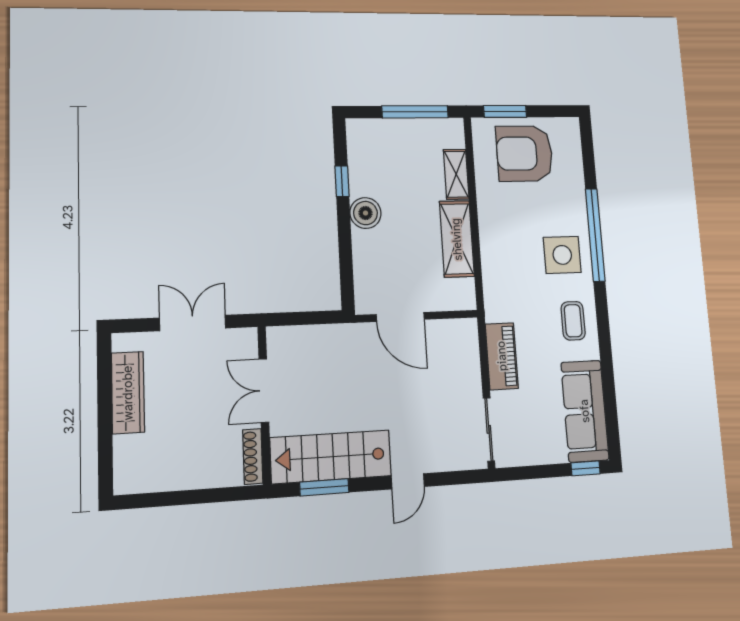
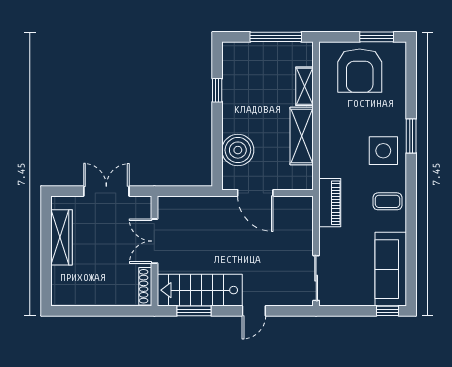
window: (505, 111) -> (377, 37), moved
armchair: (524, 153) -> (360, 71), turned -90
boiler: (365, 213) -> (238, 150), moved, width x1.37, depth x1.37
window: (595, 235) -> (411, 136), width x0.47
coffee table: (573, 321) -> (388, 201), turned 90
piano: (502, 356) -> (330, 203), moved

